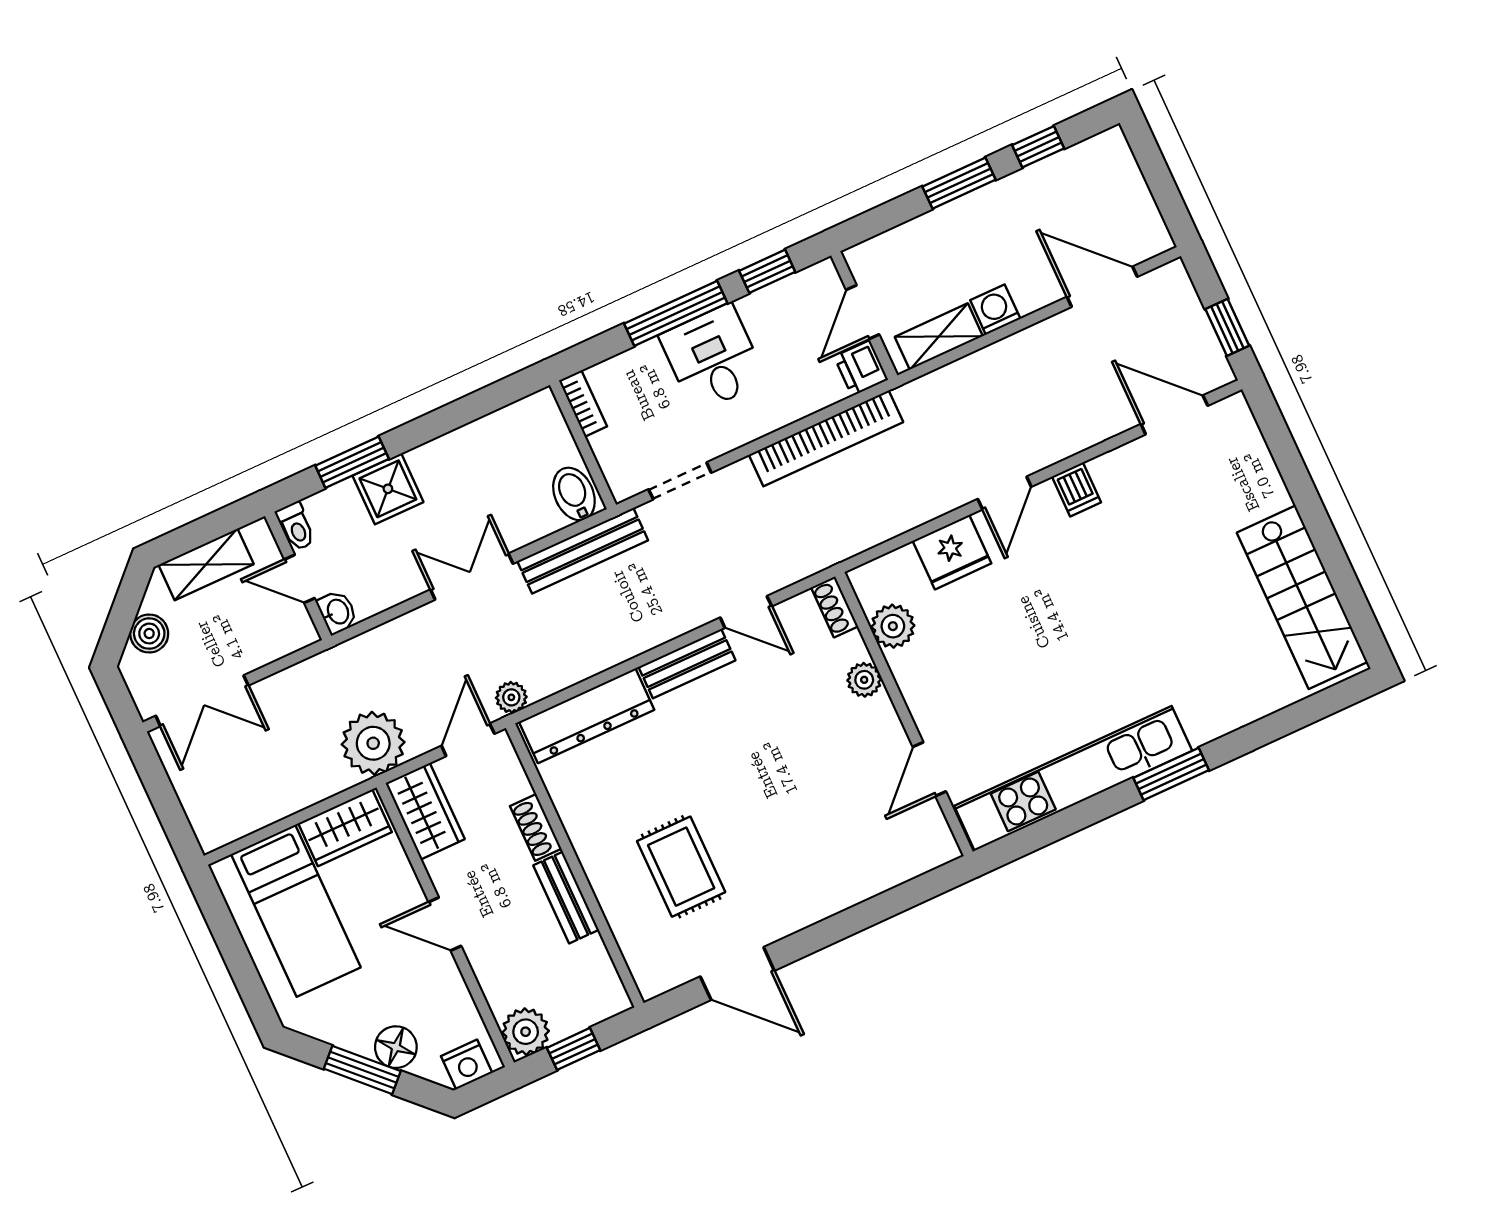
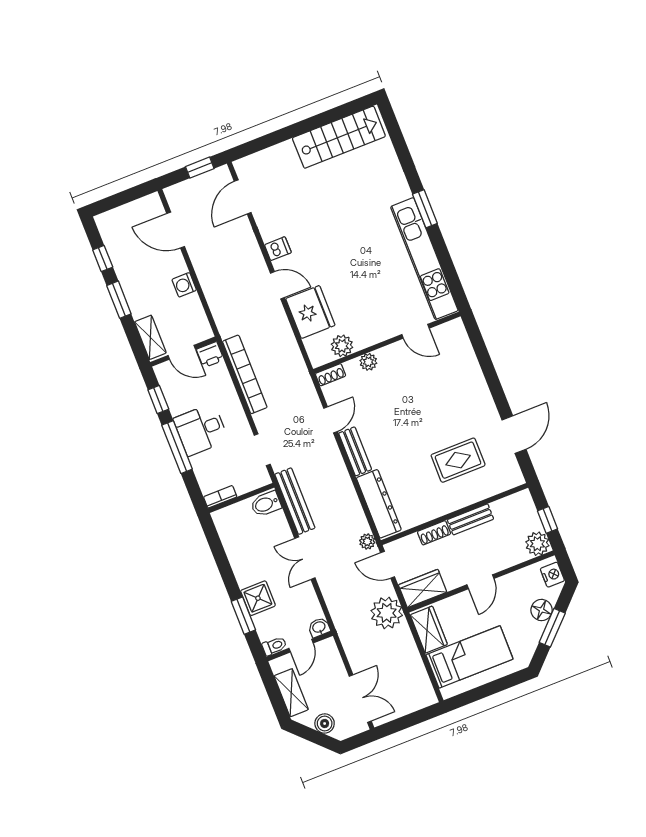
door: (1102, 287) -> (176, 230), hinge flipped
shelving: (939, 337) -> (150, 337), moved
fridge: (952, 552) -> (310, 312), width x1.36, depth x1.34

